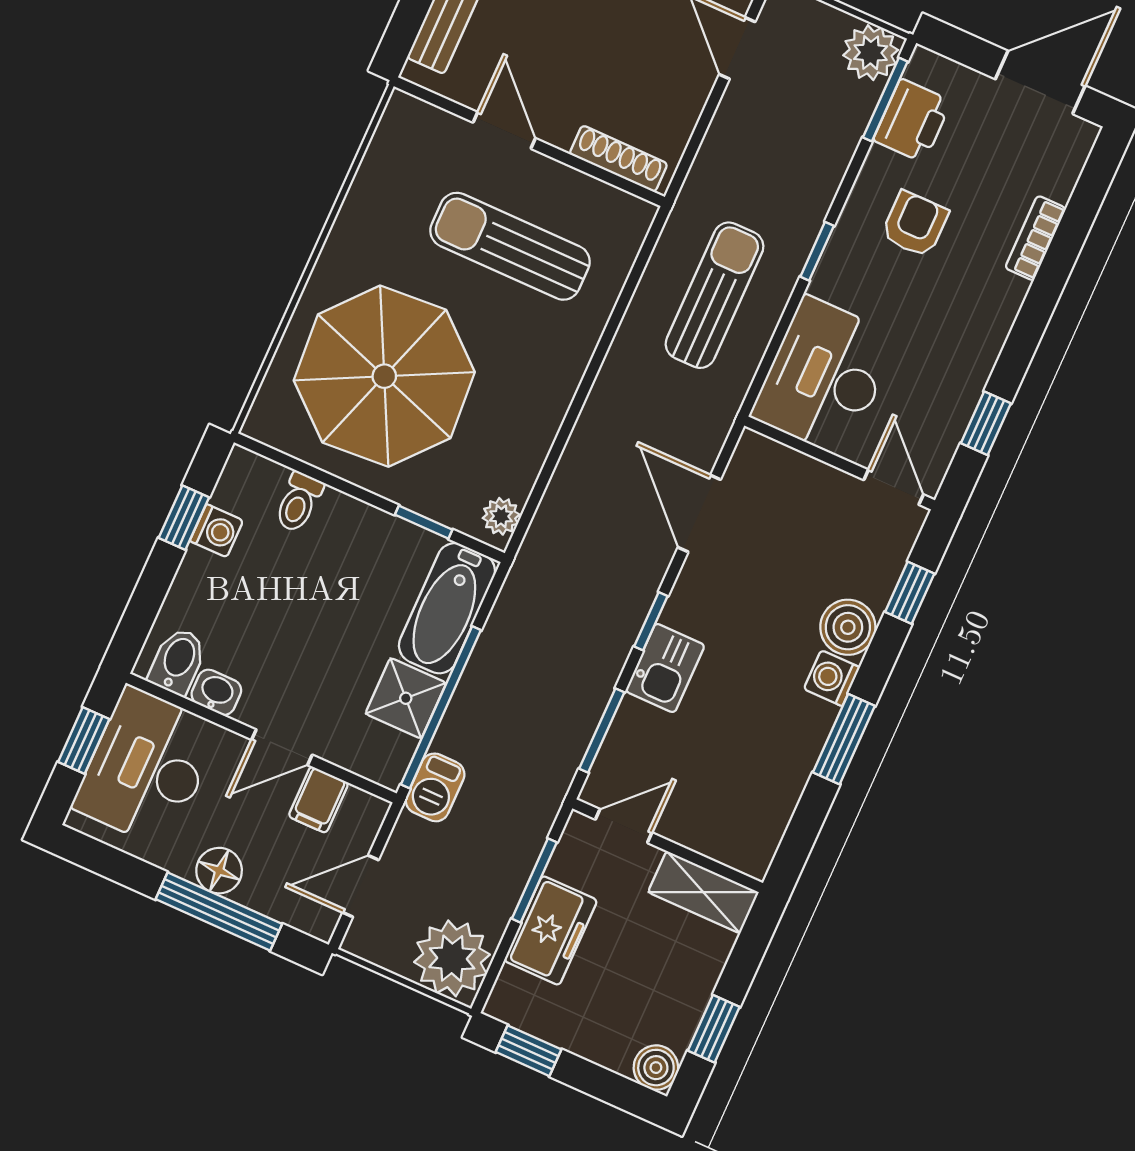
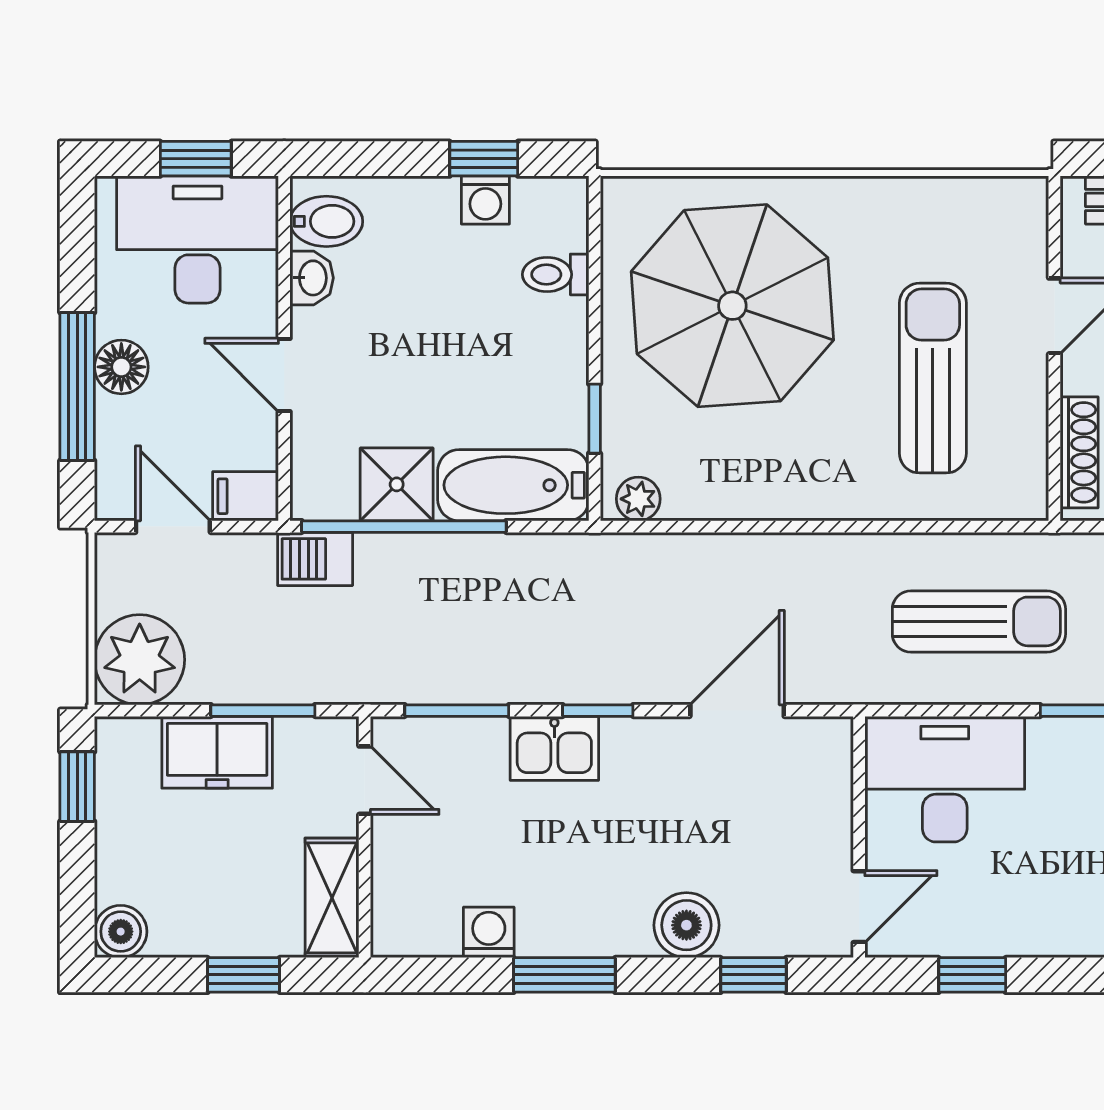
washing machine: (832, 678) -> (489, 932), moved
filing cabinet: (318, 800) -> (246, 496), moved
window: (714, 1029) -> (244, 975), moved

